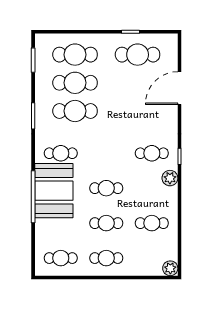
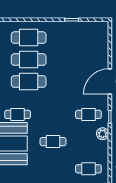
cafe table: (138, 55) -> (77, 38), removed
door: (179, 88) -> (110, 82), moved
cafe table: (106, 223) -> (53, 169), removed

